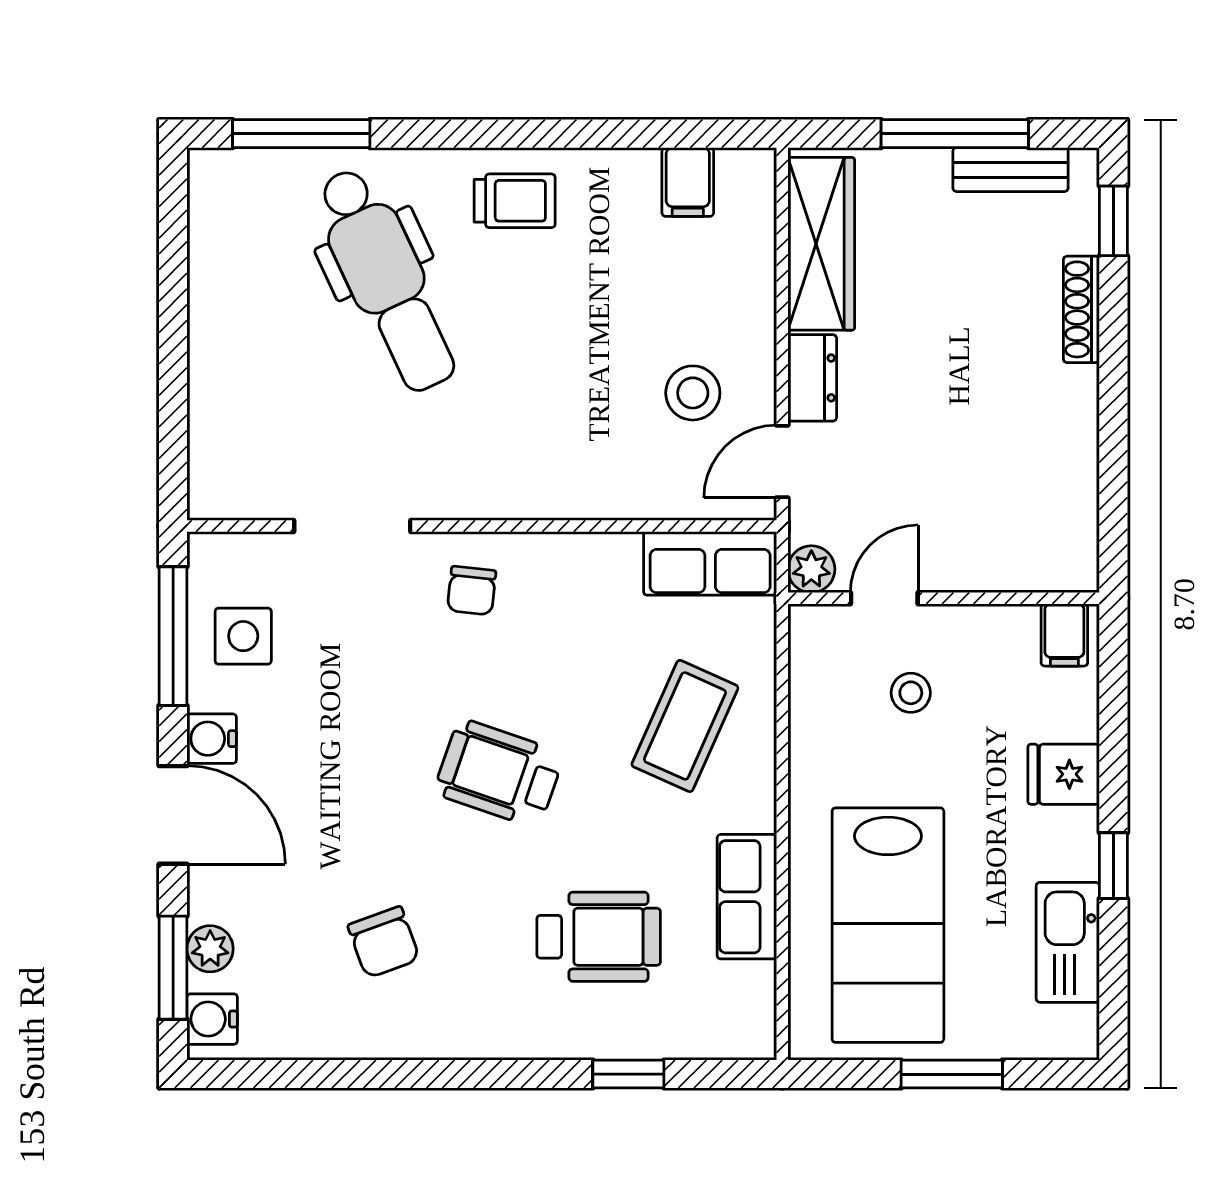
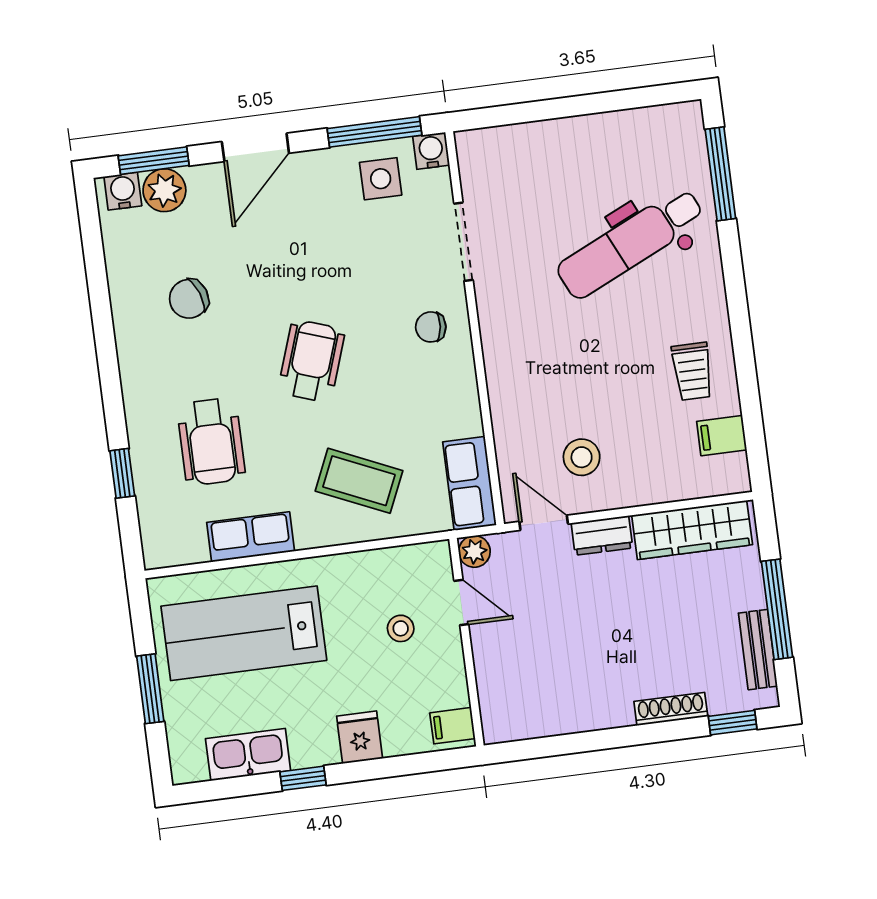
trolley: (515, 201) -> (692, 371), moved
water cooler: (212, 739) -> (431, 151), moved
plant: (210, 949) -> (164, 190), width x1.38, depth x1.38

